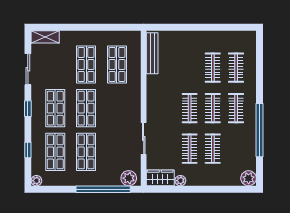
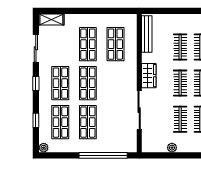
clothes rail: (190, 68) -> (180, 47), added
sliding door: (144, 139) -> (139, 110), width x1.37
plant: (129, 178) -> (126, 146), removed
wardrobe: (160, 178) -> (149, 76), moved, turned 90

